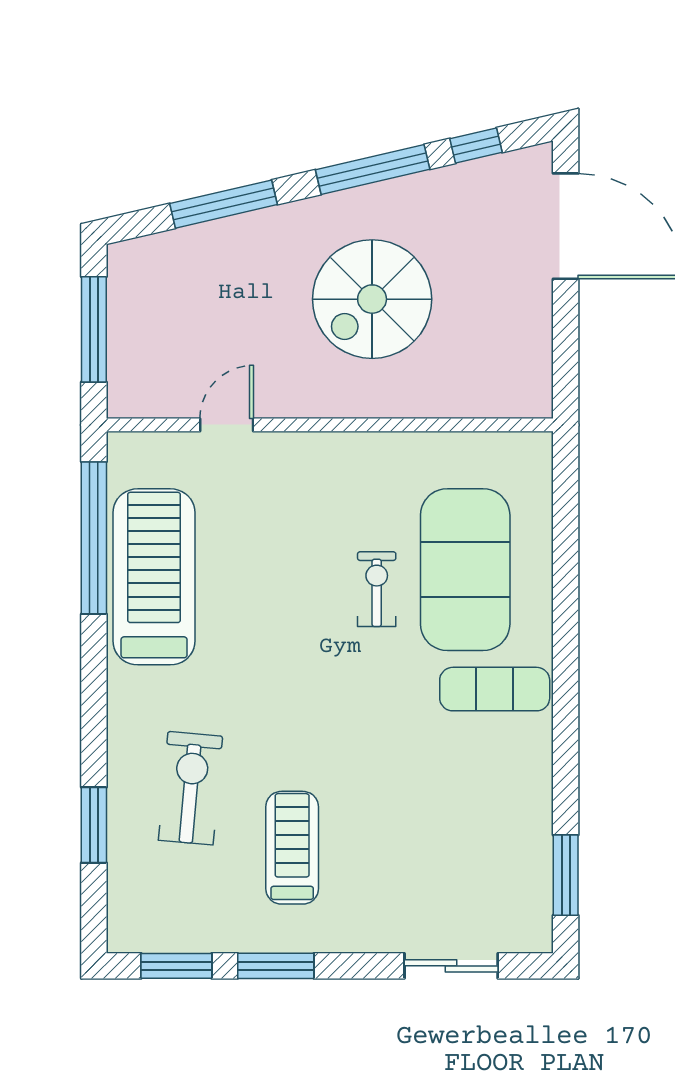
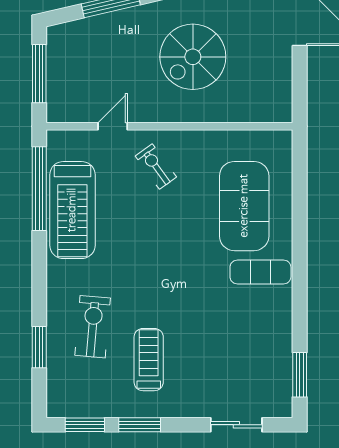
treadmill: (154, 577) -> (72, 210), turned 180
exercise bike: (377, 589) -> (156, 167), moved, turned -36

